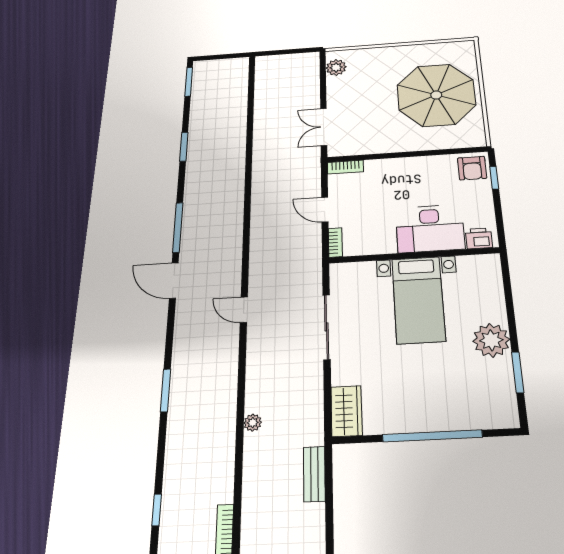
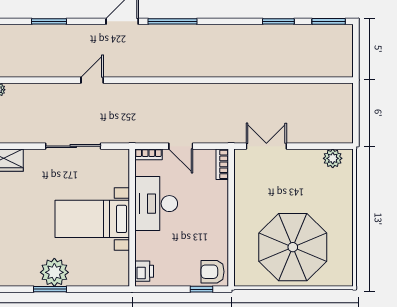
window: (184, 147) -> (278, 21), moved
door: (325, 210) -> (181, 146), swing flipped
desk: (430, 229) -> (156, 204), moved
window: (518, 372) -> (50, 289), moved
window: (166, 390) -> (49, 21), moved

